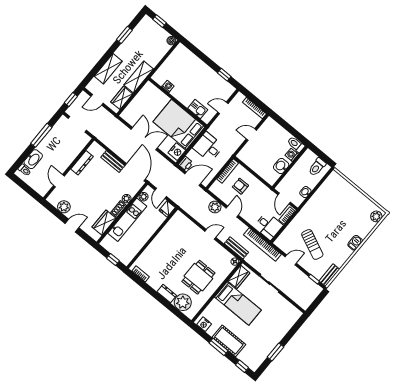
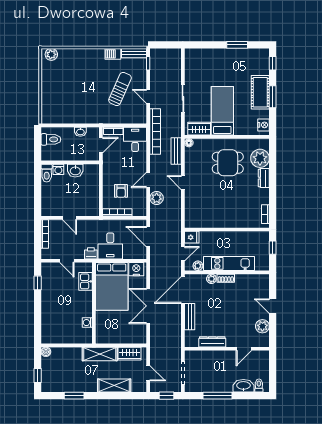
printer: (186, 164) -> (91, 253), moved
wardrobe: (104, 223) -> (248, 281), removed
barbecue: (355, 243) -> (113, 54), moved

